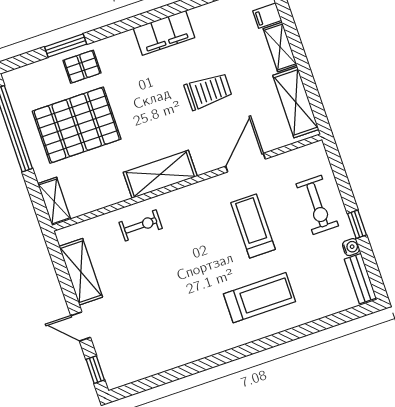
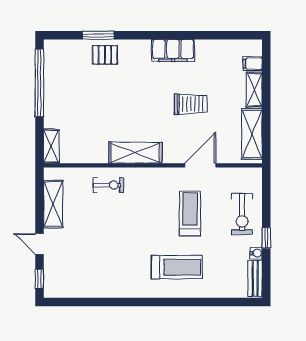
pallet: (77, 125) -> (87, 96), removed

